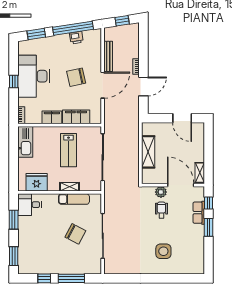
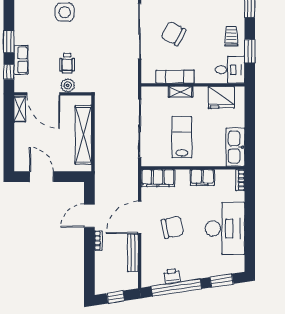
window: (14, 82) -> (250, 222), removed
filing cabinet: (76, 117) -> (158, 178), moved
shelving: (148, 152) -> (83, 135), width x1.47
trolley: (28, 232) -> (231, 36), added

